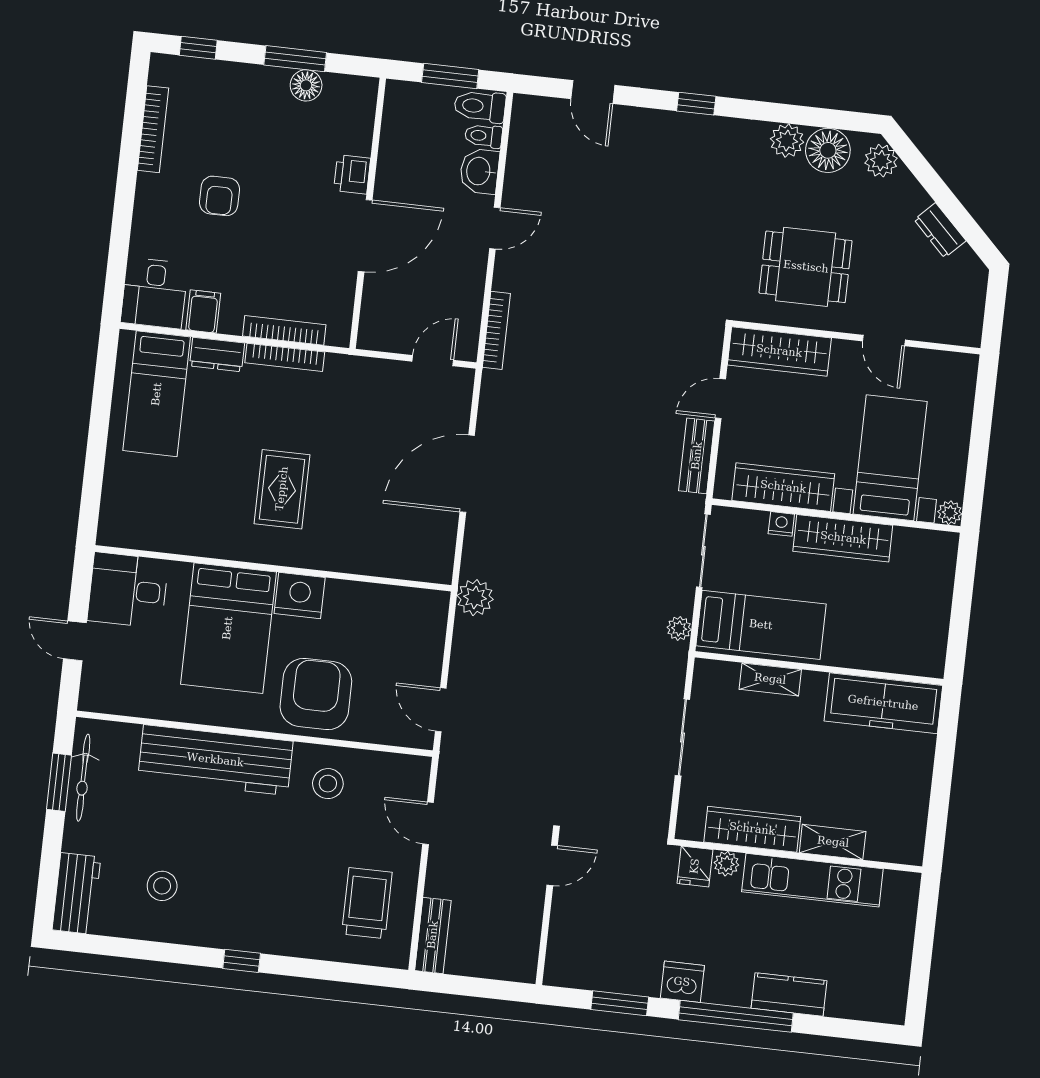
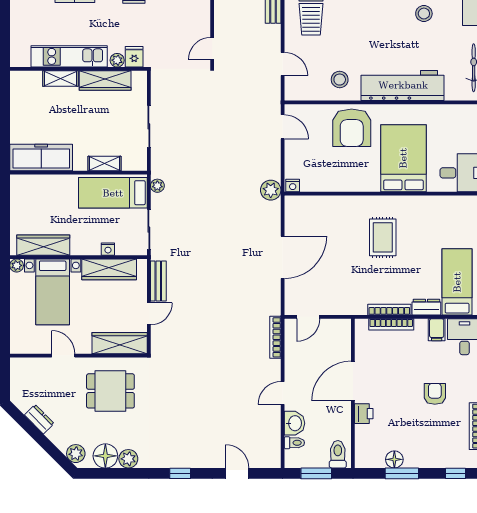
toilet: (480, 106) -> (338, 454), moved, turned -90
wardrobe: (843, 538) -> (43, 245), moved
nightstand: (300, 595) -> (293, 186), moved, width x0.53, depth x0.56

